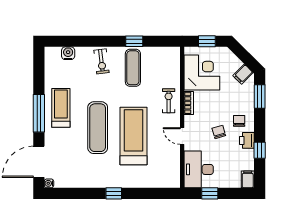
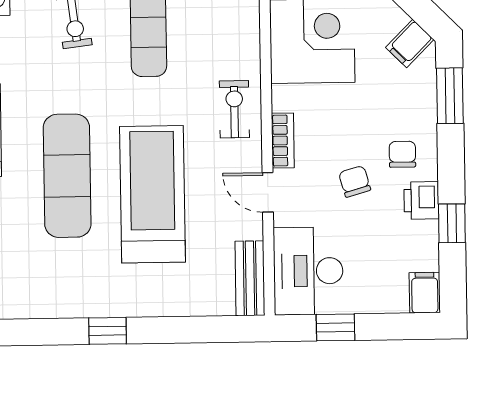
bookcase: (189, 103) -> (283, 140), moved
bench: (174, 172) -> (250, 278), added

